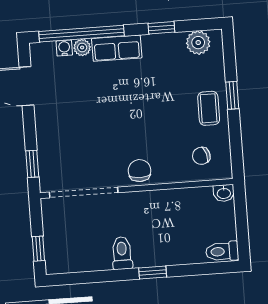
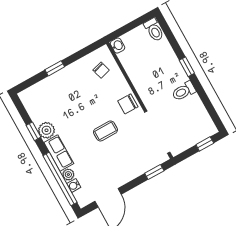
plant: (198, 43) -> (46, 130), moved
coffee table: (209, 108) -> (105, 131), moved

